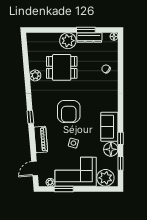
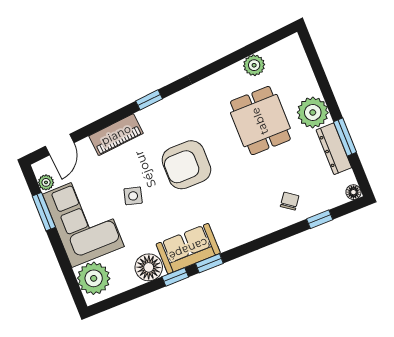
window: (120, 58) -> (320, 219), added
plant: (35, 75) -> (254, 65), moved
window: (120, 163) -> (209, 263), moved
door: (35, 168) -> (60, 144), swing flipped

